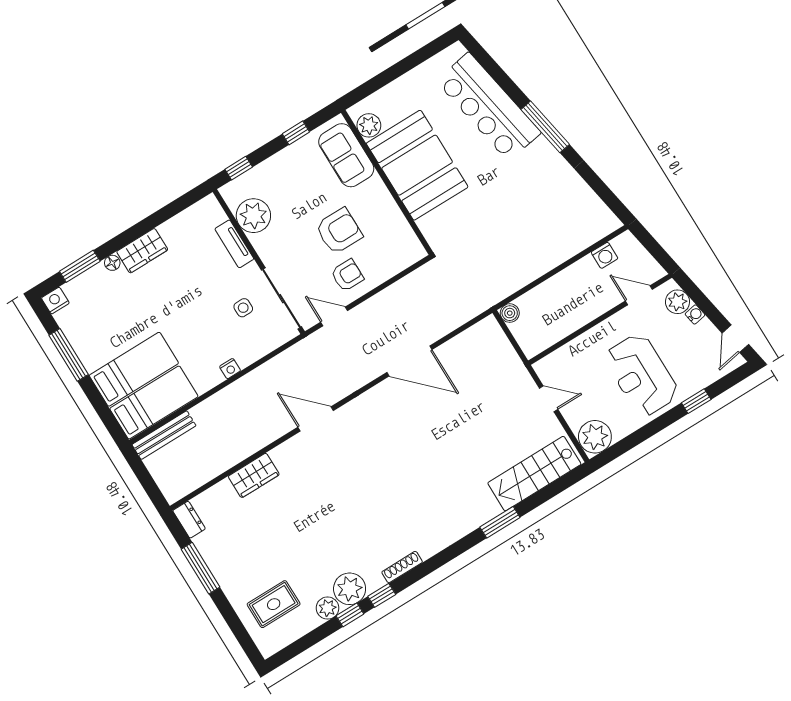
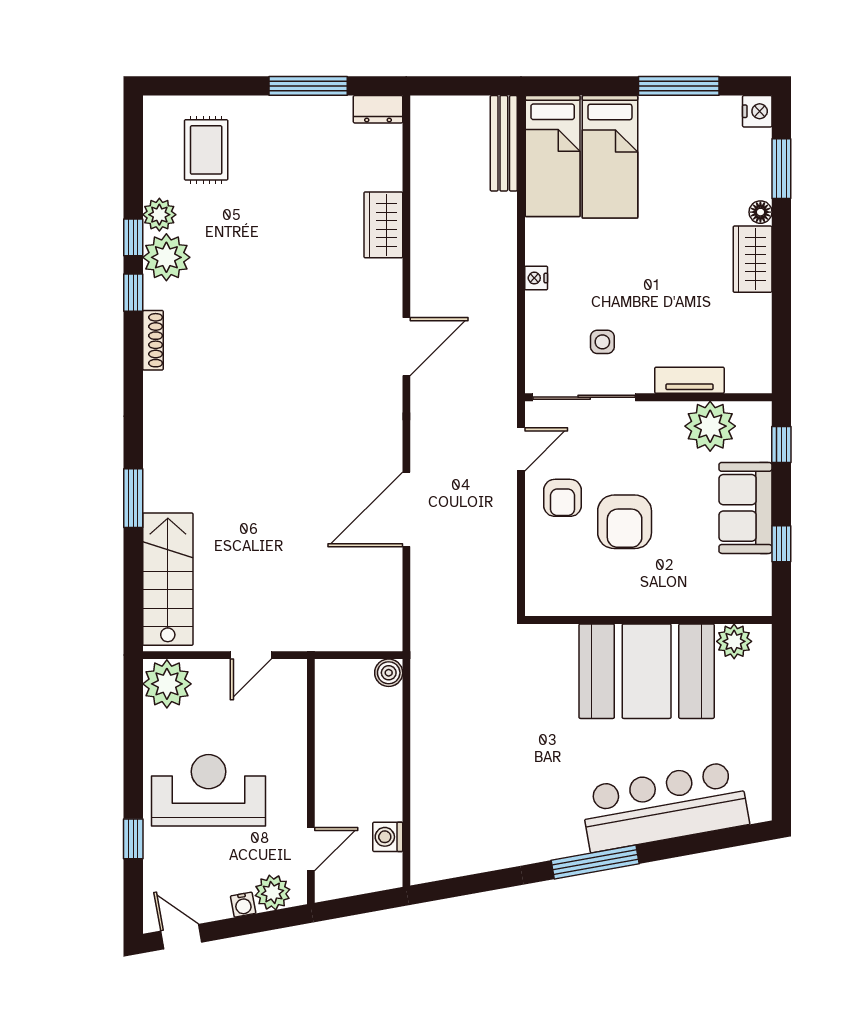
sofa: (346, 155) -> (745, 508), moved, turned -90

